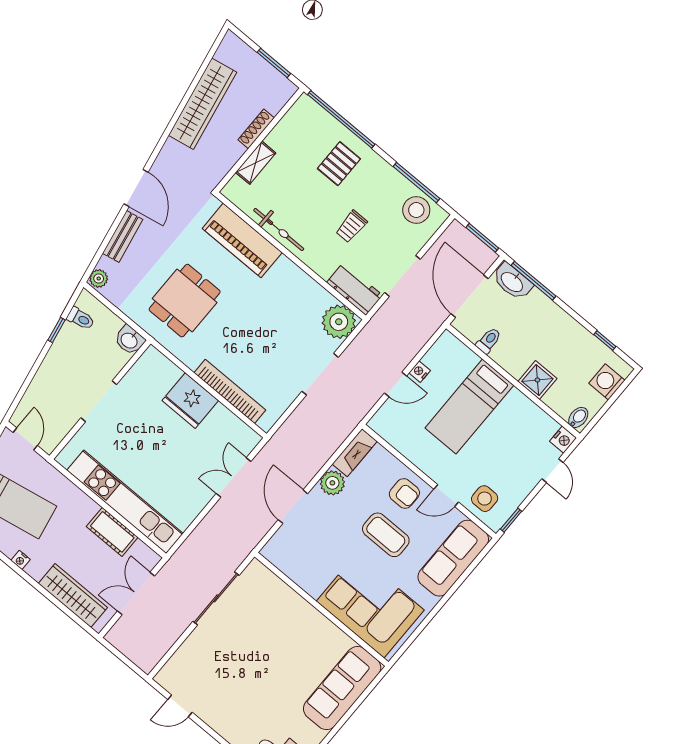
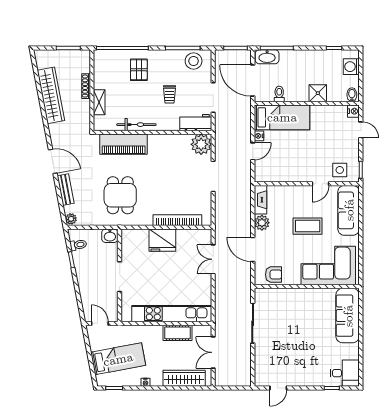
bed: (469, 407) -> (282, 117), moved, turned -90
armchair: (404, 493) -> (274, 275), moved

